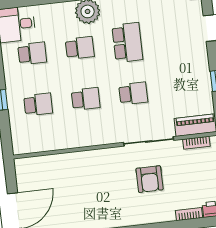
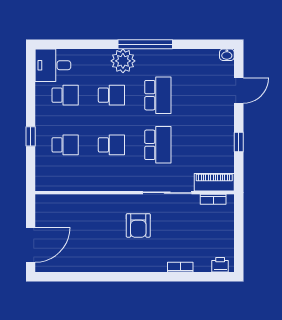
school desk: (133, 93) -> (158, 145), width x1.85
armchair: (150, 179) -> (138, 225), moved
bookcase: (189, 214) -> (180, 267), moved

